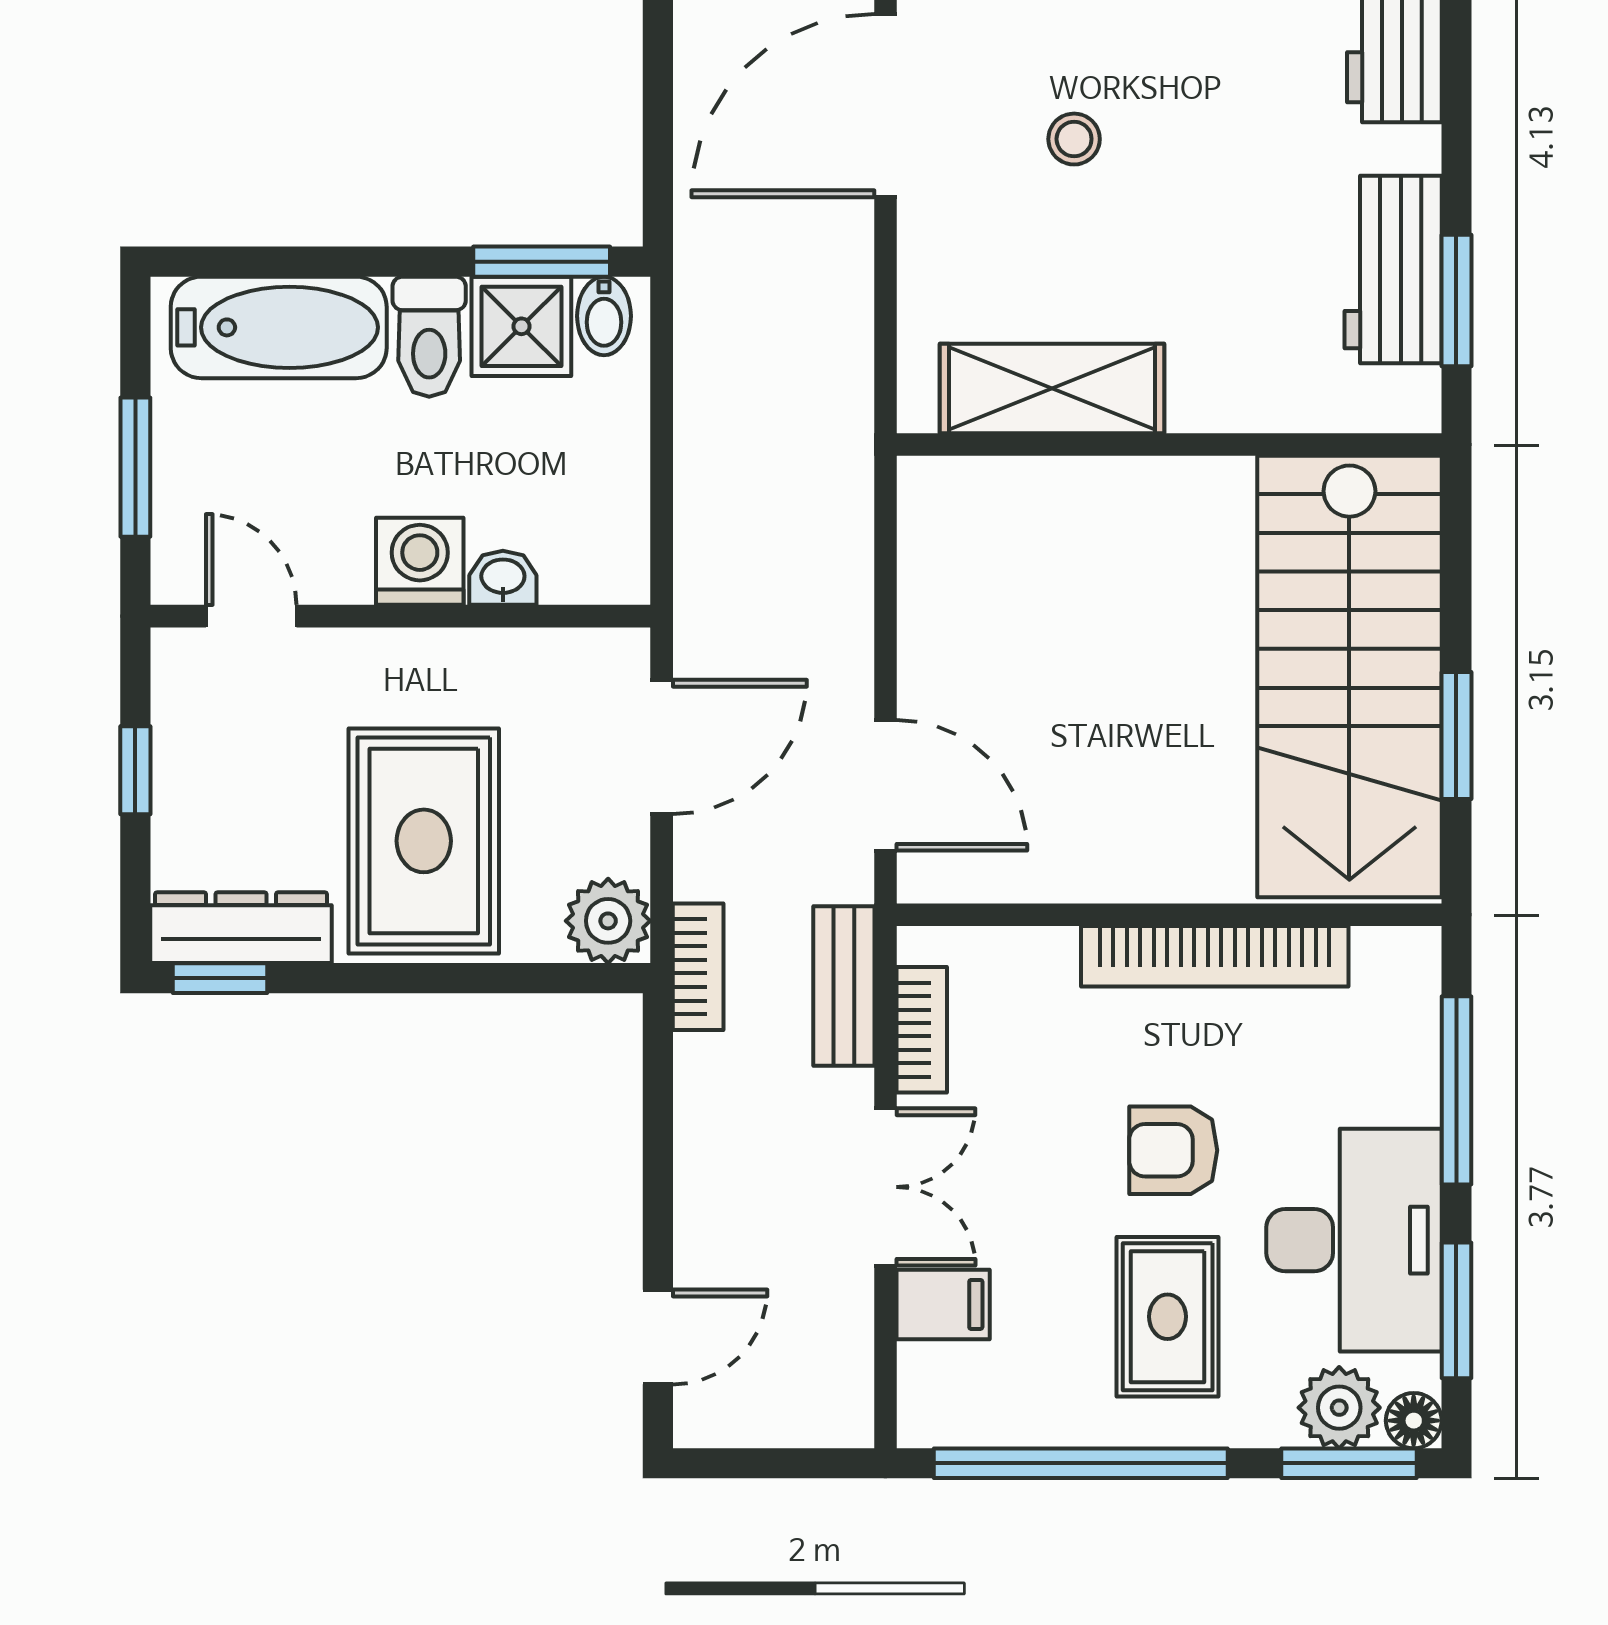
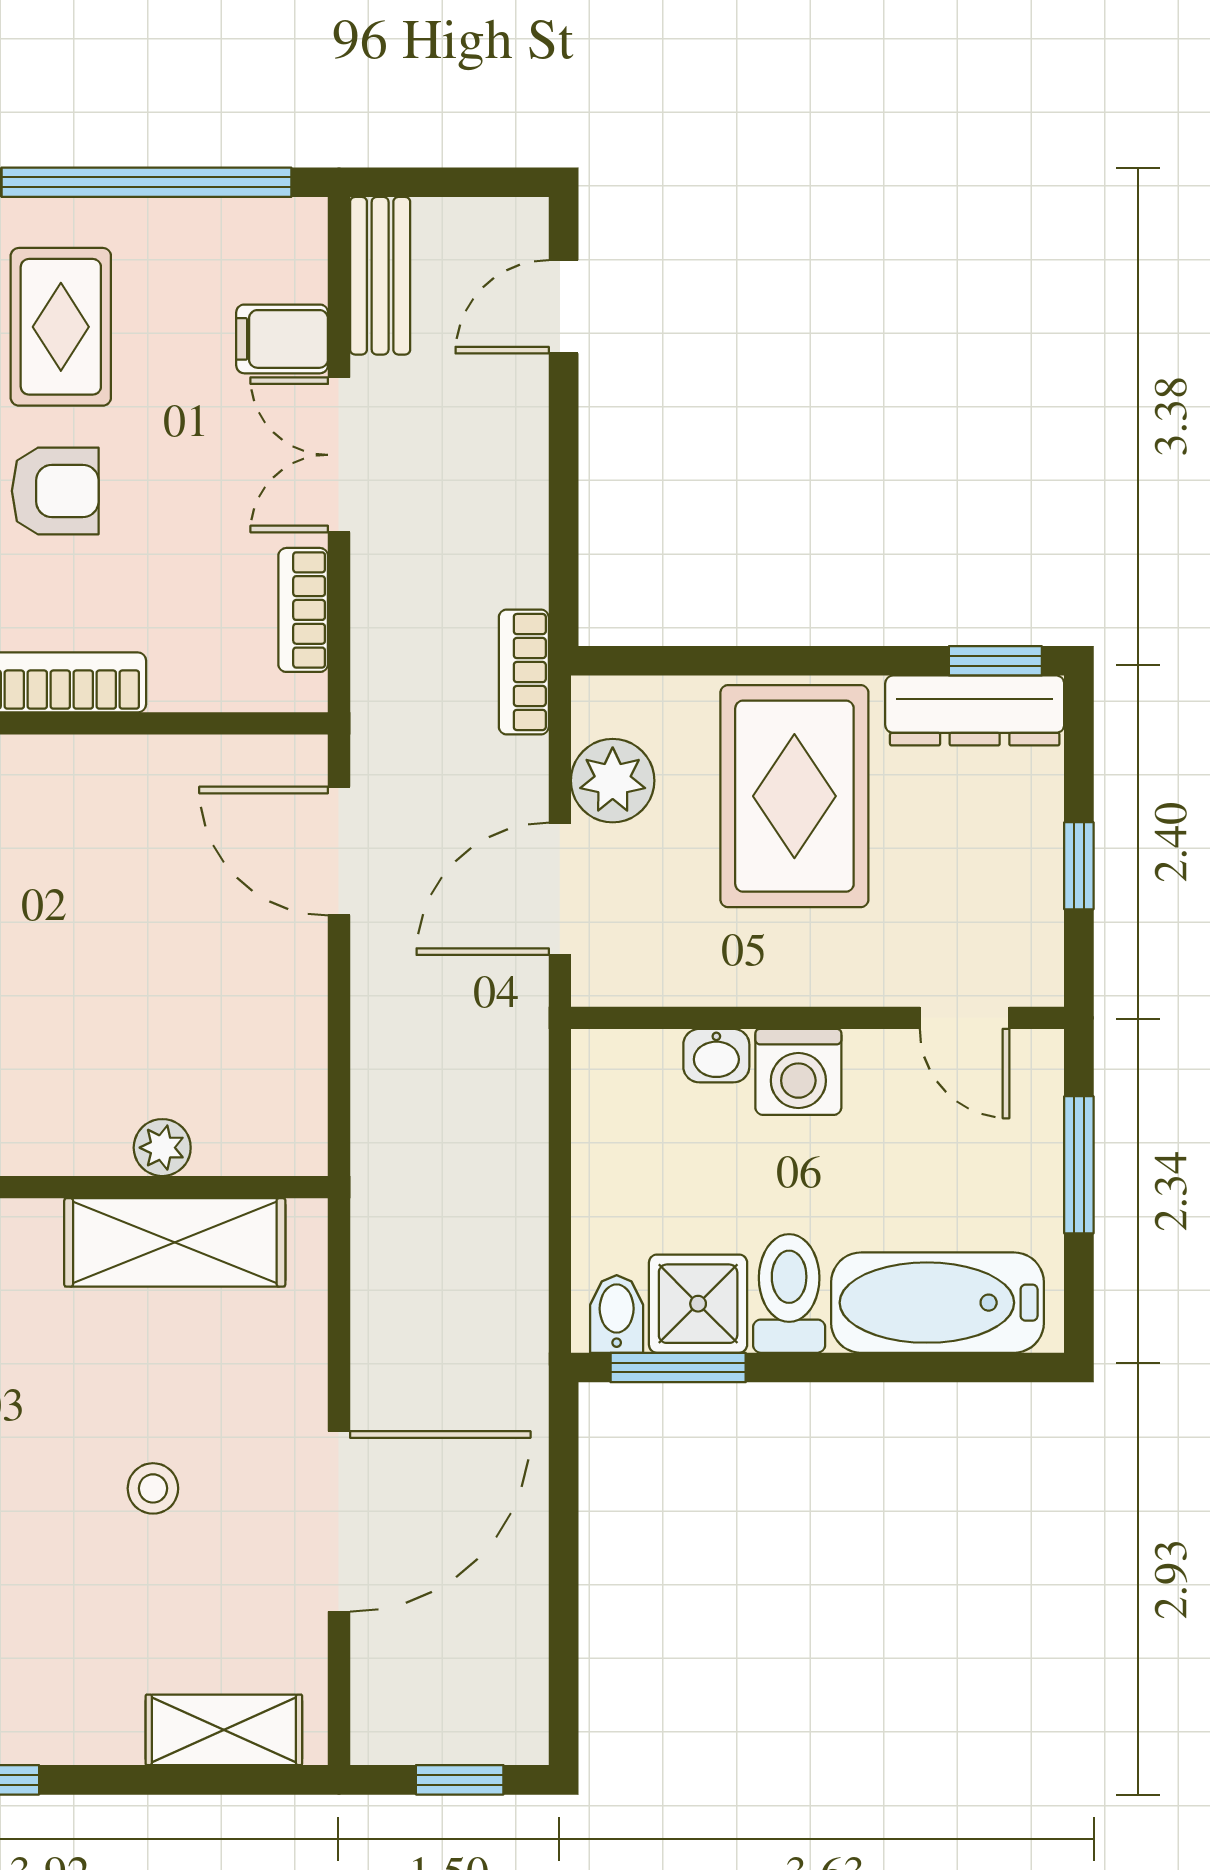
plant: (1065, 485) -> (162, 1148), added
plant: (608, 921) -> (613, 781), moved
bench: (844, 986) -> (380, 276), moved

